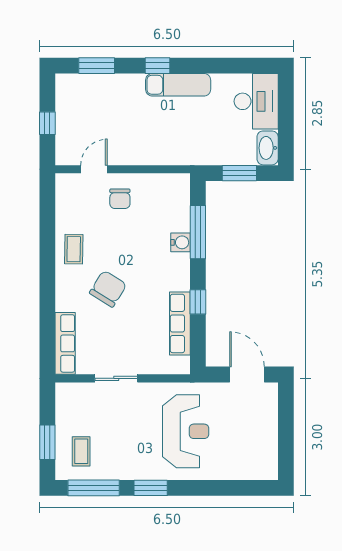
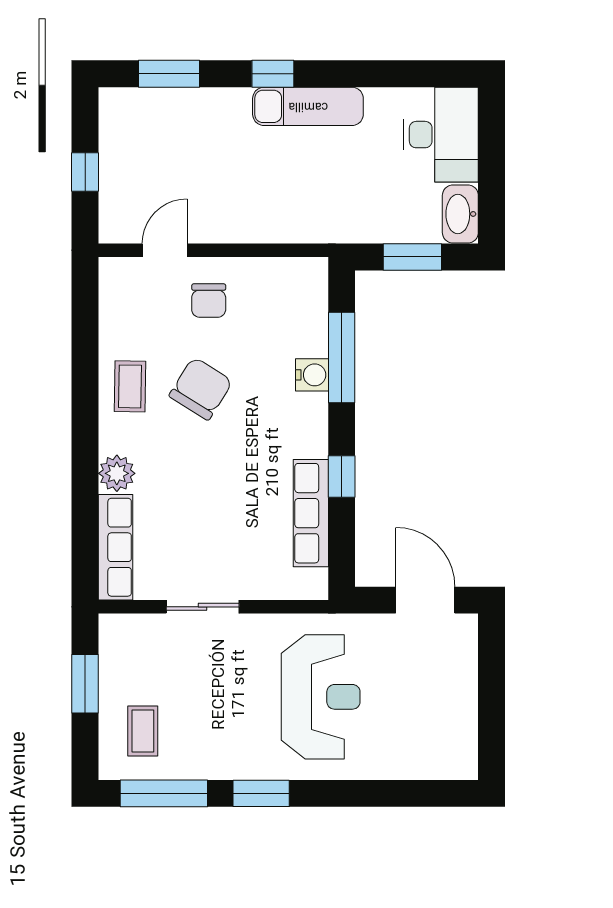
chair: (108, 289) -> (201, 389), moved
plant: (66, 300) -> (117, 473), added
window: (47, 442) -> (85, 684), moved

